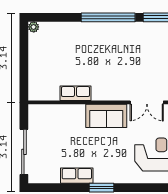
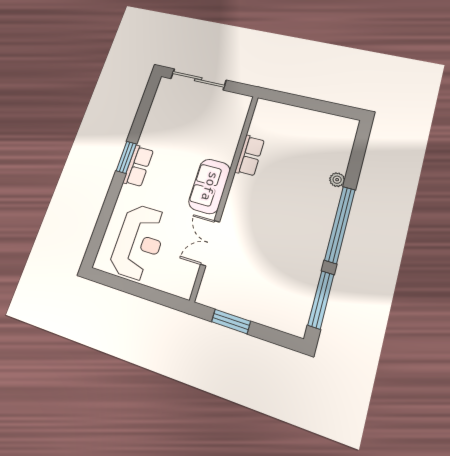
plant: (34, 27) -> (337, 180), moved
row of seats: (77, 176) -> (138, 166), moved

